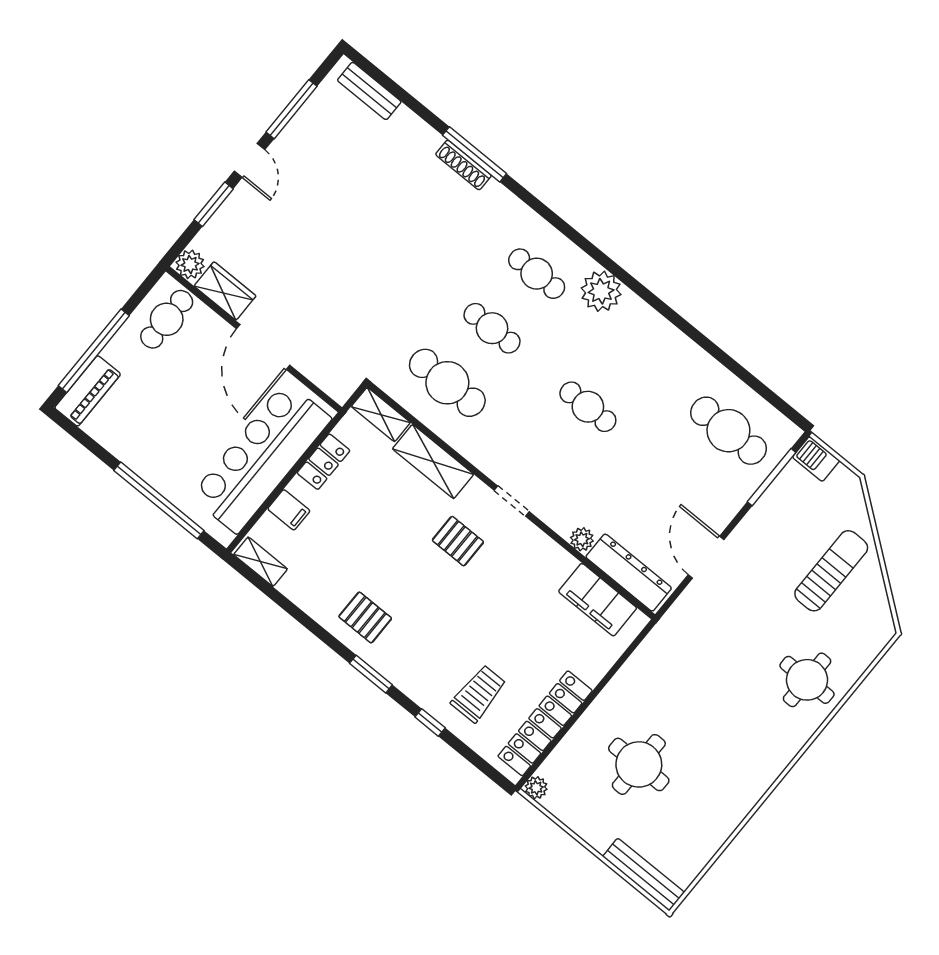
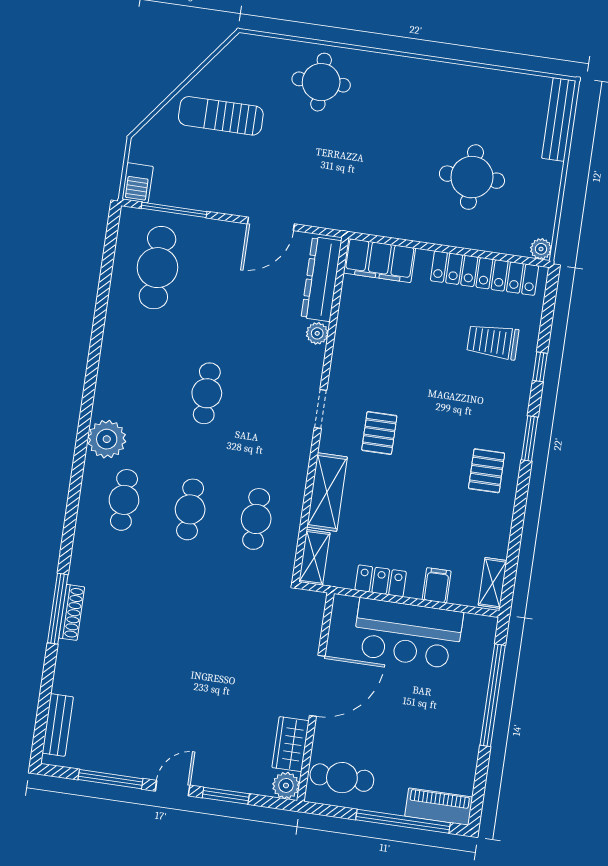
cafe table: (447, 383) -> (256, 519), width x0.73, depth x0.74
bar counter: (261, 457) -> (408, 633), width x0.73
filing cabinet: (598, 600) -> (379, 261), moved, turned 90

